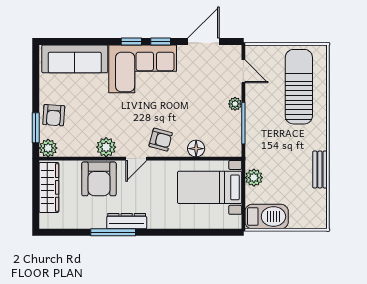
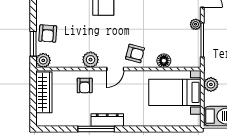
armchair: (99, 179) -> (85, 85), width x0.53, depth x0.53

